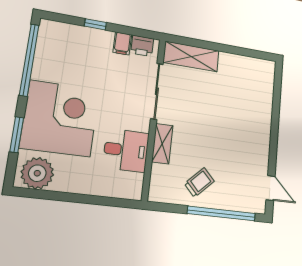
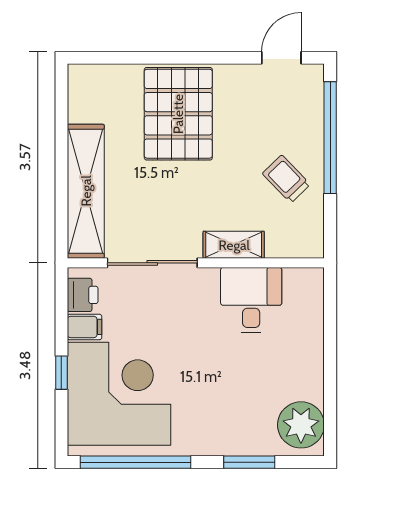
shelving: (191, 57) -> (86, 191), width x1.47
corner desk: (60, 118) -> (119, 394), moved, turned 90
pallet: (243, 121) -> (178, 114), added

